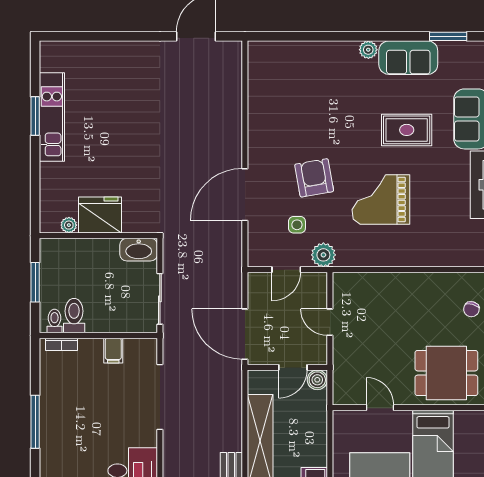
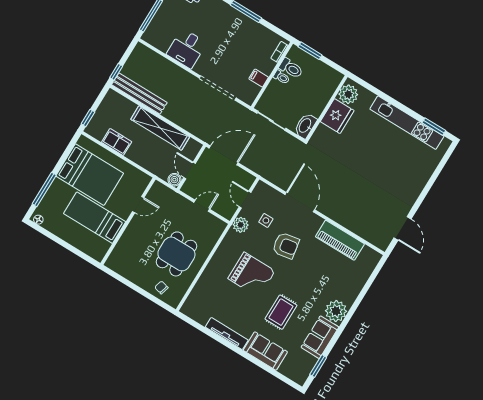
plant: (368, 50) -> (336, 311), width x1.88, depth x1.88
piano: (263, 110) -> (340, 240), added
window: (35, 116) -> (434, 127), moved
kitchen unit: (52, 117) -> (407, 123), width x1.36
grand piano: (381, 200) -> (252, 275), turned 90
plant: (69, 225) -> (348, 94), width x1.87, depth x1.87
window: (35, 282) -> (310, 51), moved
toilet: (55, 321) -> (281, 77), moved
dining table: (446, 373) -> (176, 254), moved

